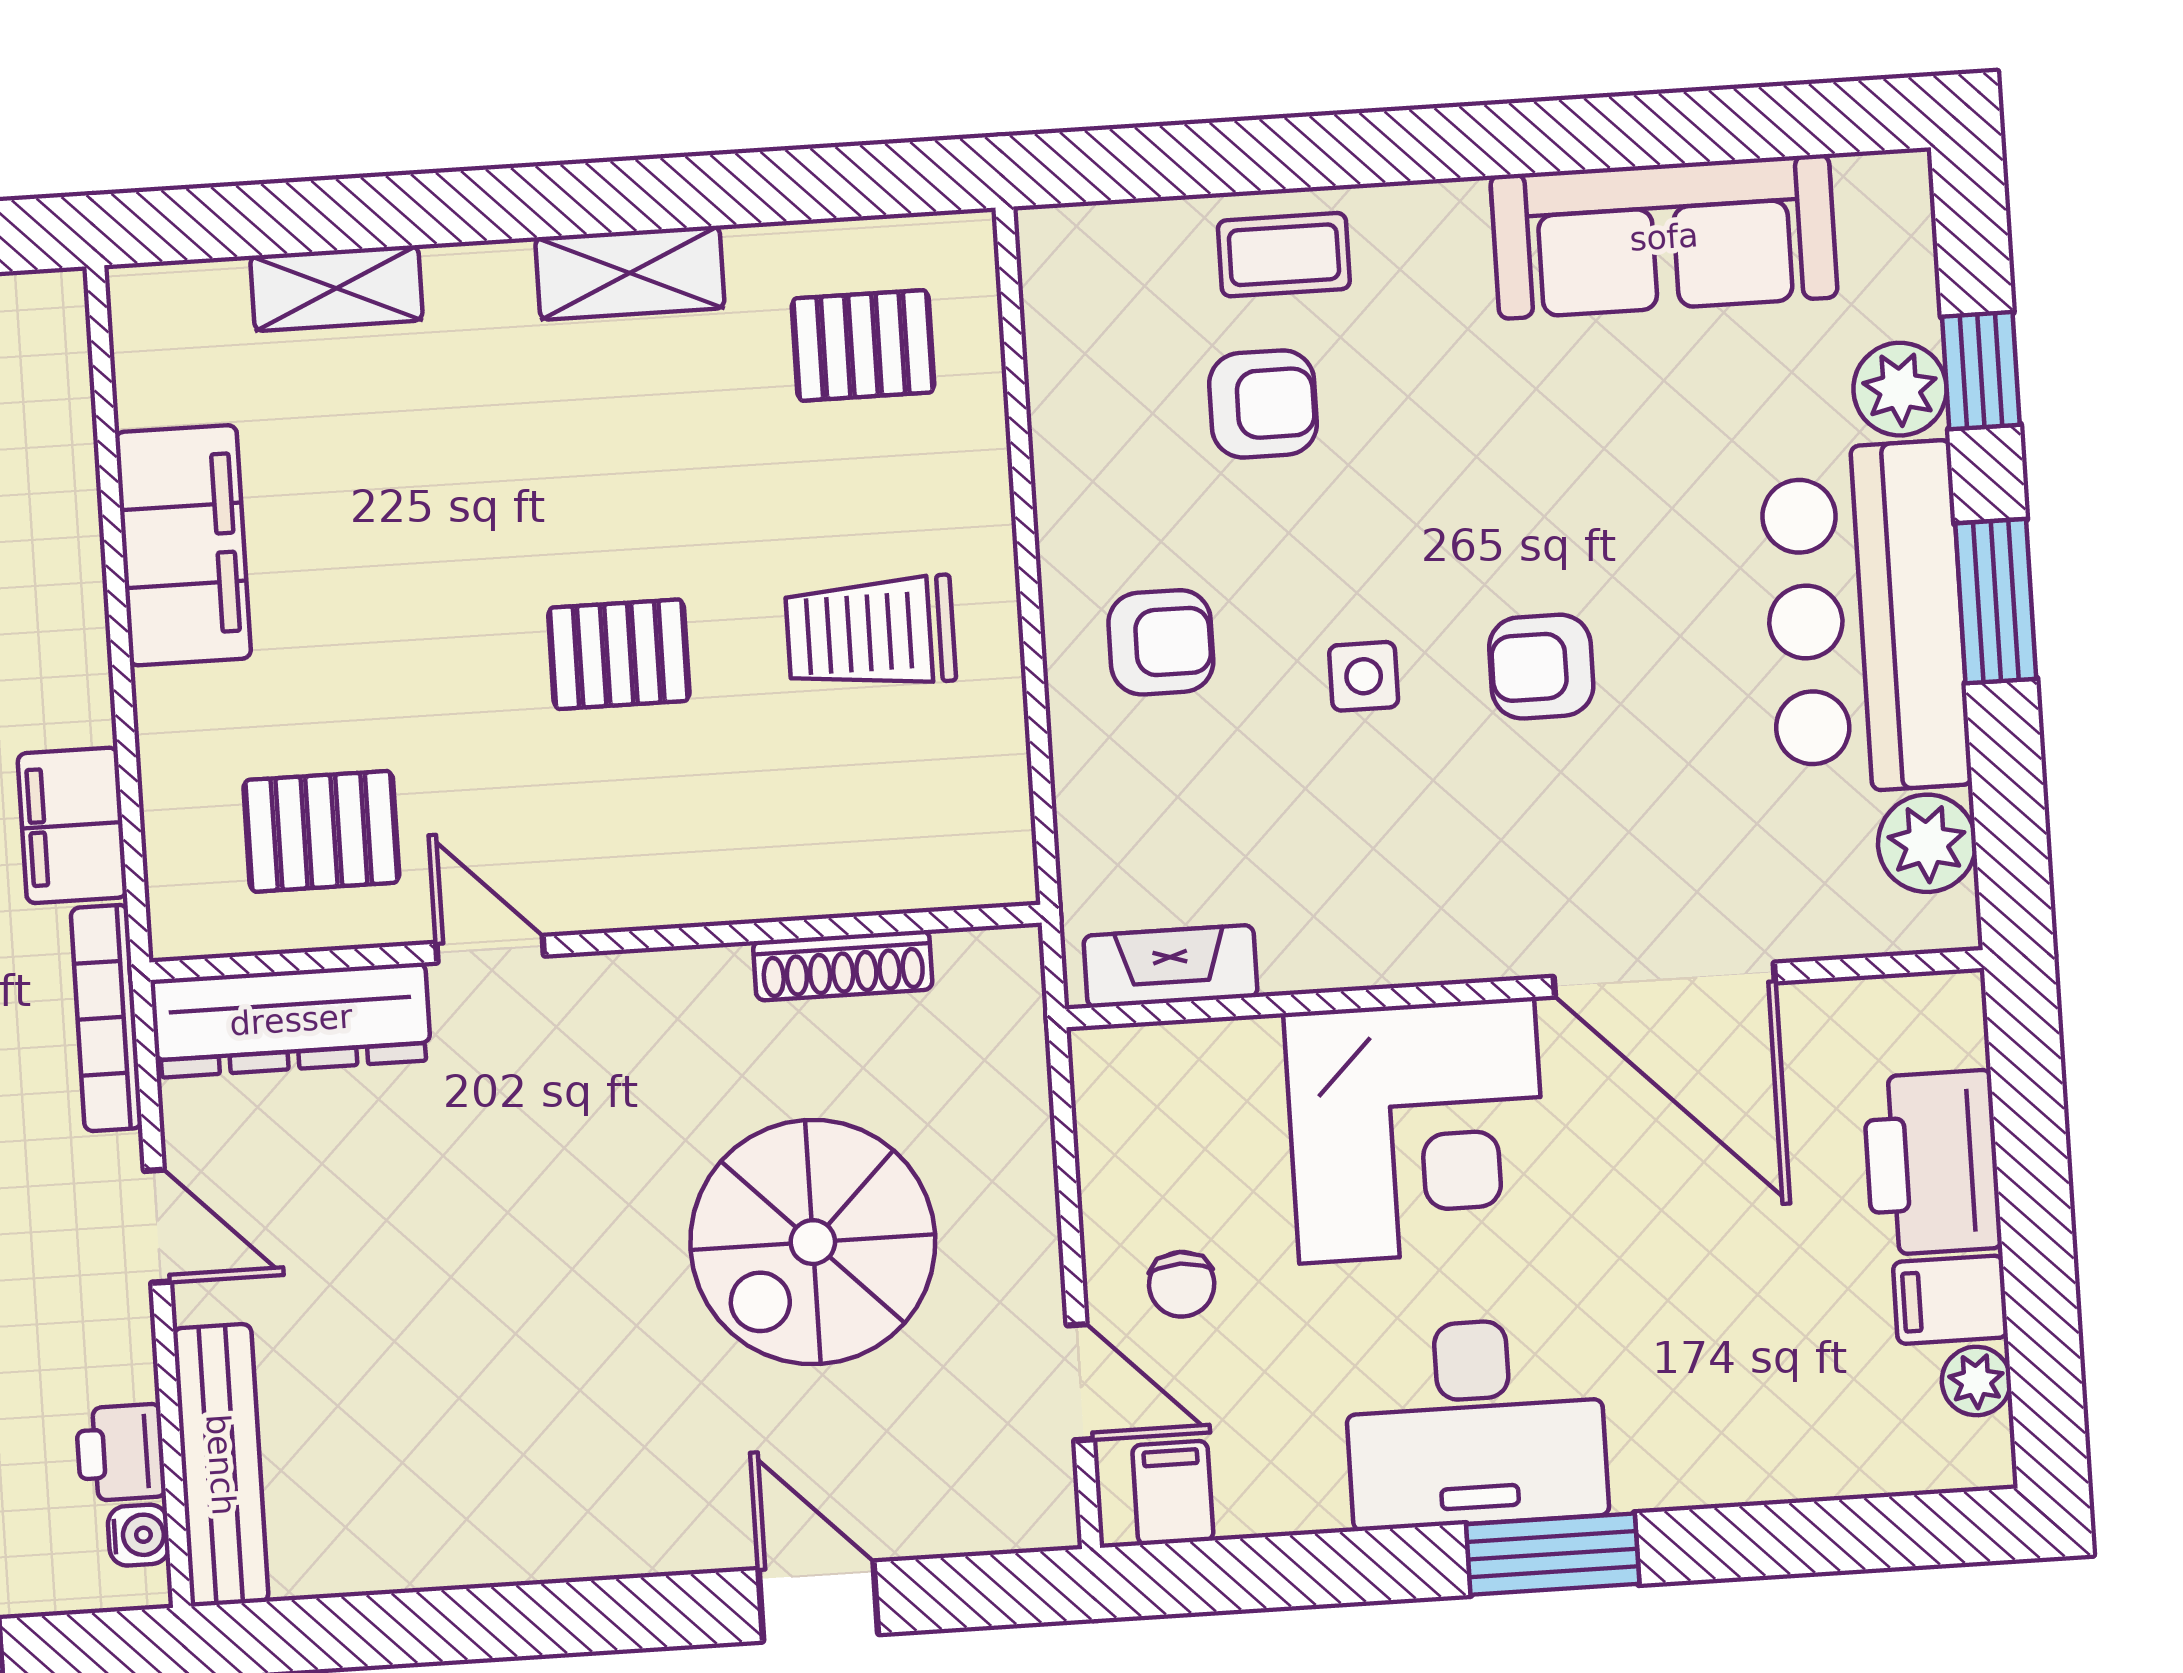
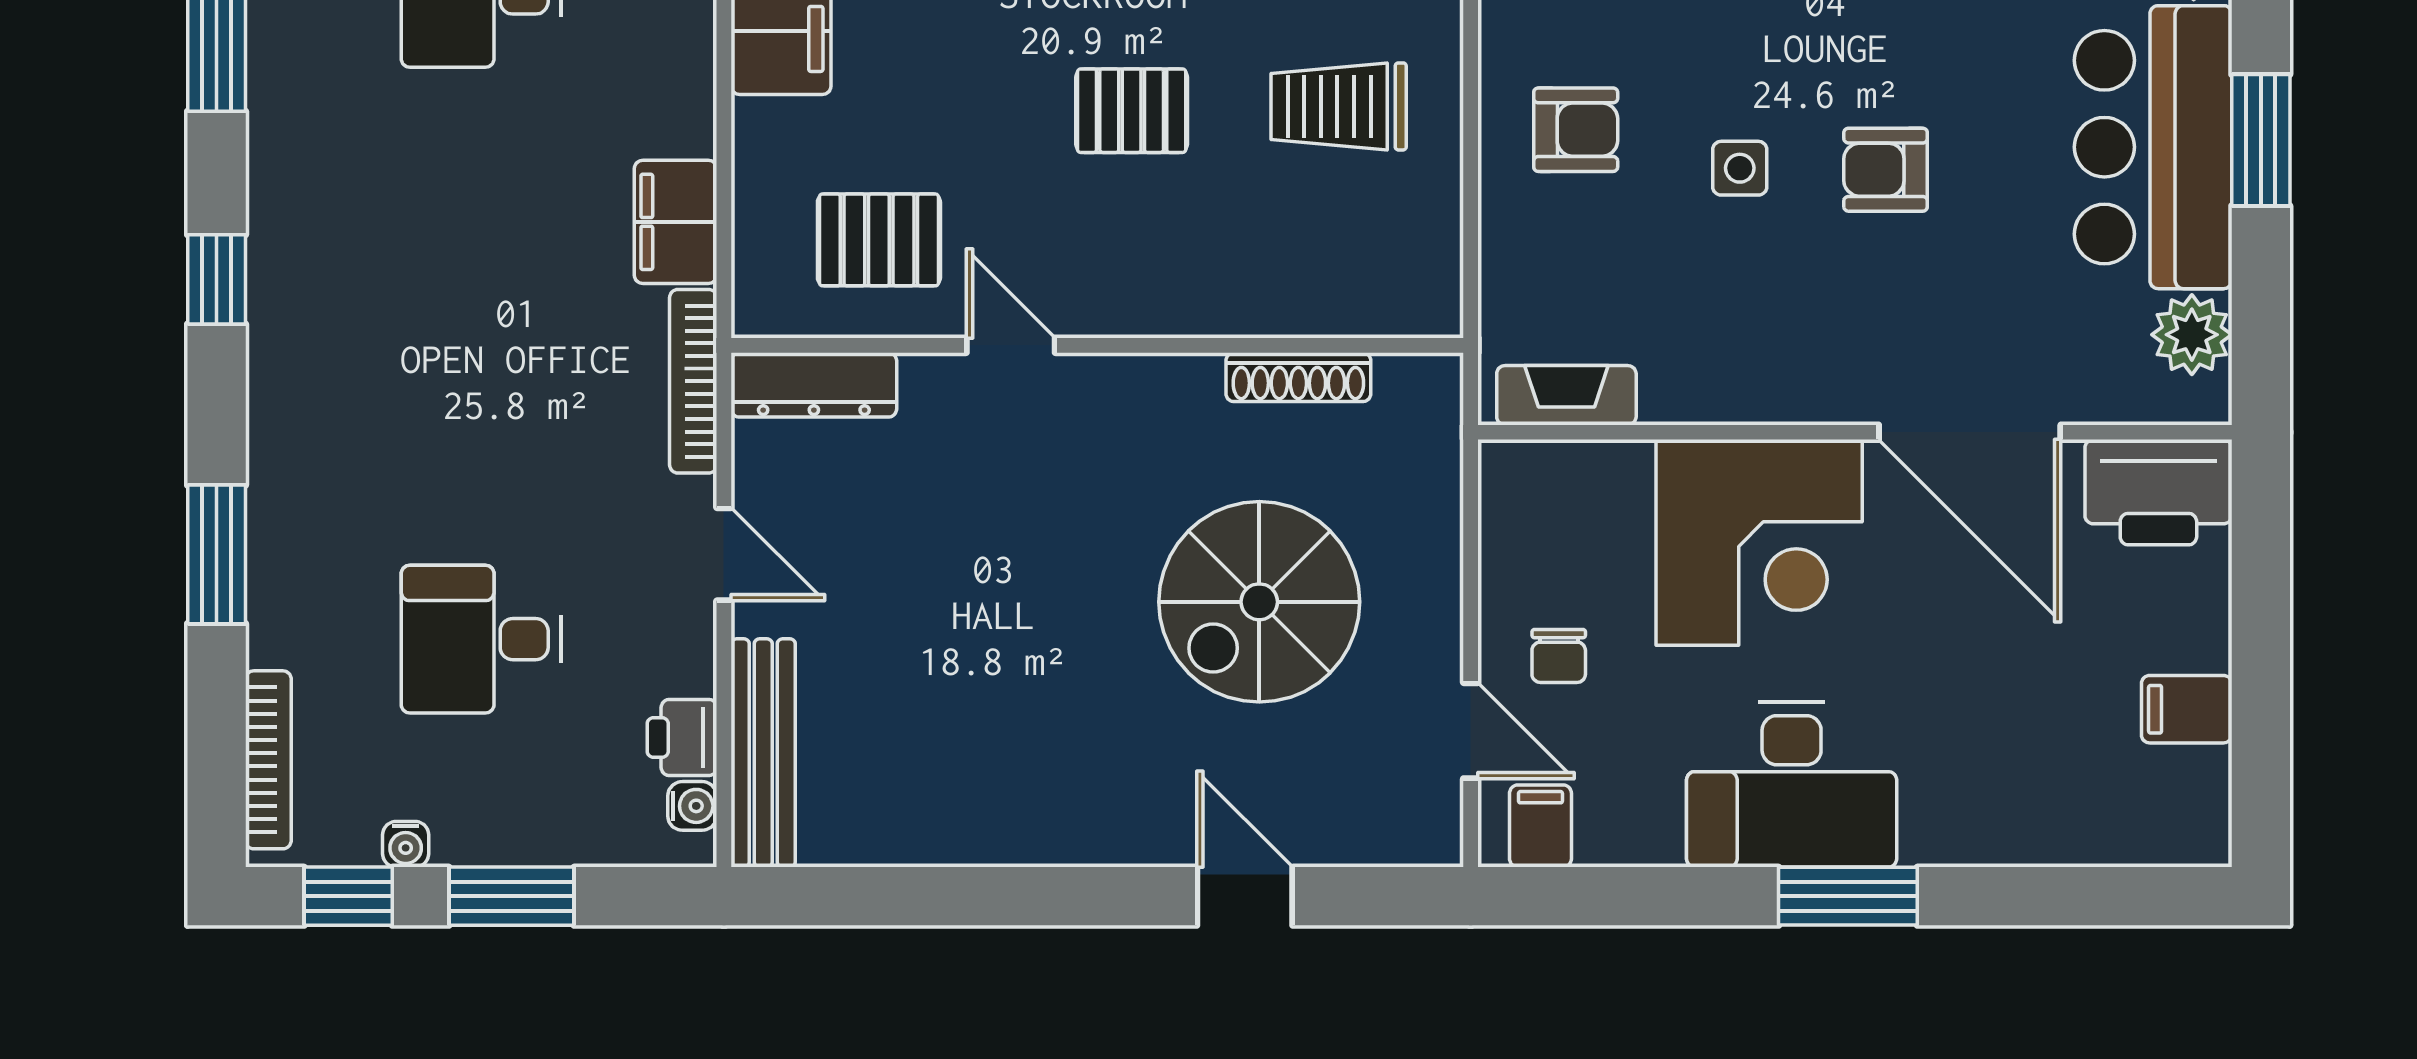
dresser: (291, 1020) -> (814, 385), width x0.73, depth x0.80
printer: (1932, 1163) -> (2158, 492), moved, turned -90
plant: (1976, 1381) -> (2204, 777), removed

